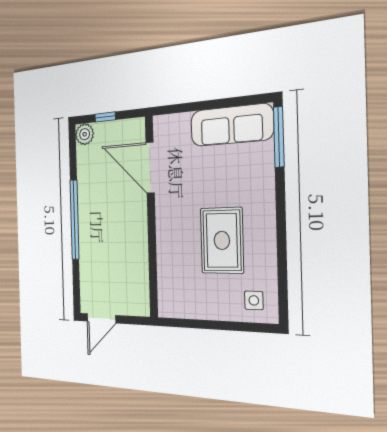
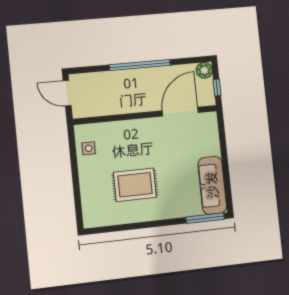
door: (150, 168) -> (180, 112), moved
wall: (151, 217) -> (145, 115), moved
side table: (254, 300) -> (89, 148), moved

